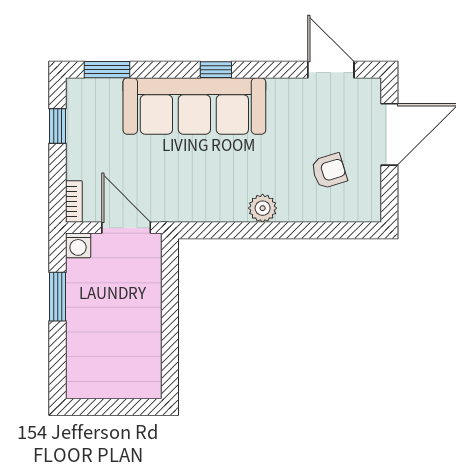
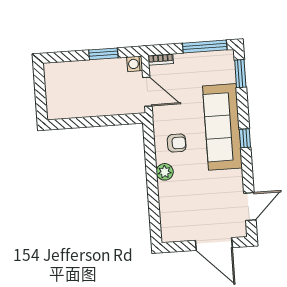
window: (58, 126) -> (205, 47), width x2.17
armchair: (329, 171) -> (177, 143), moved, turned -73
door: (126, 228) -> (147, 92), hinge flipped

